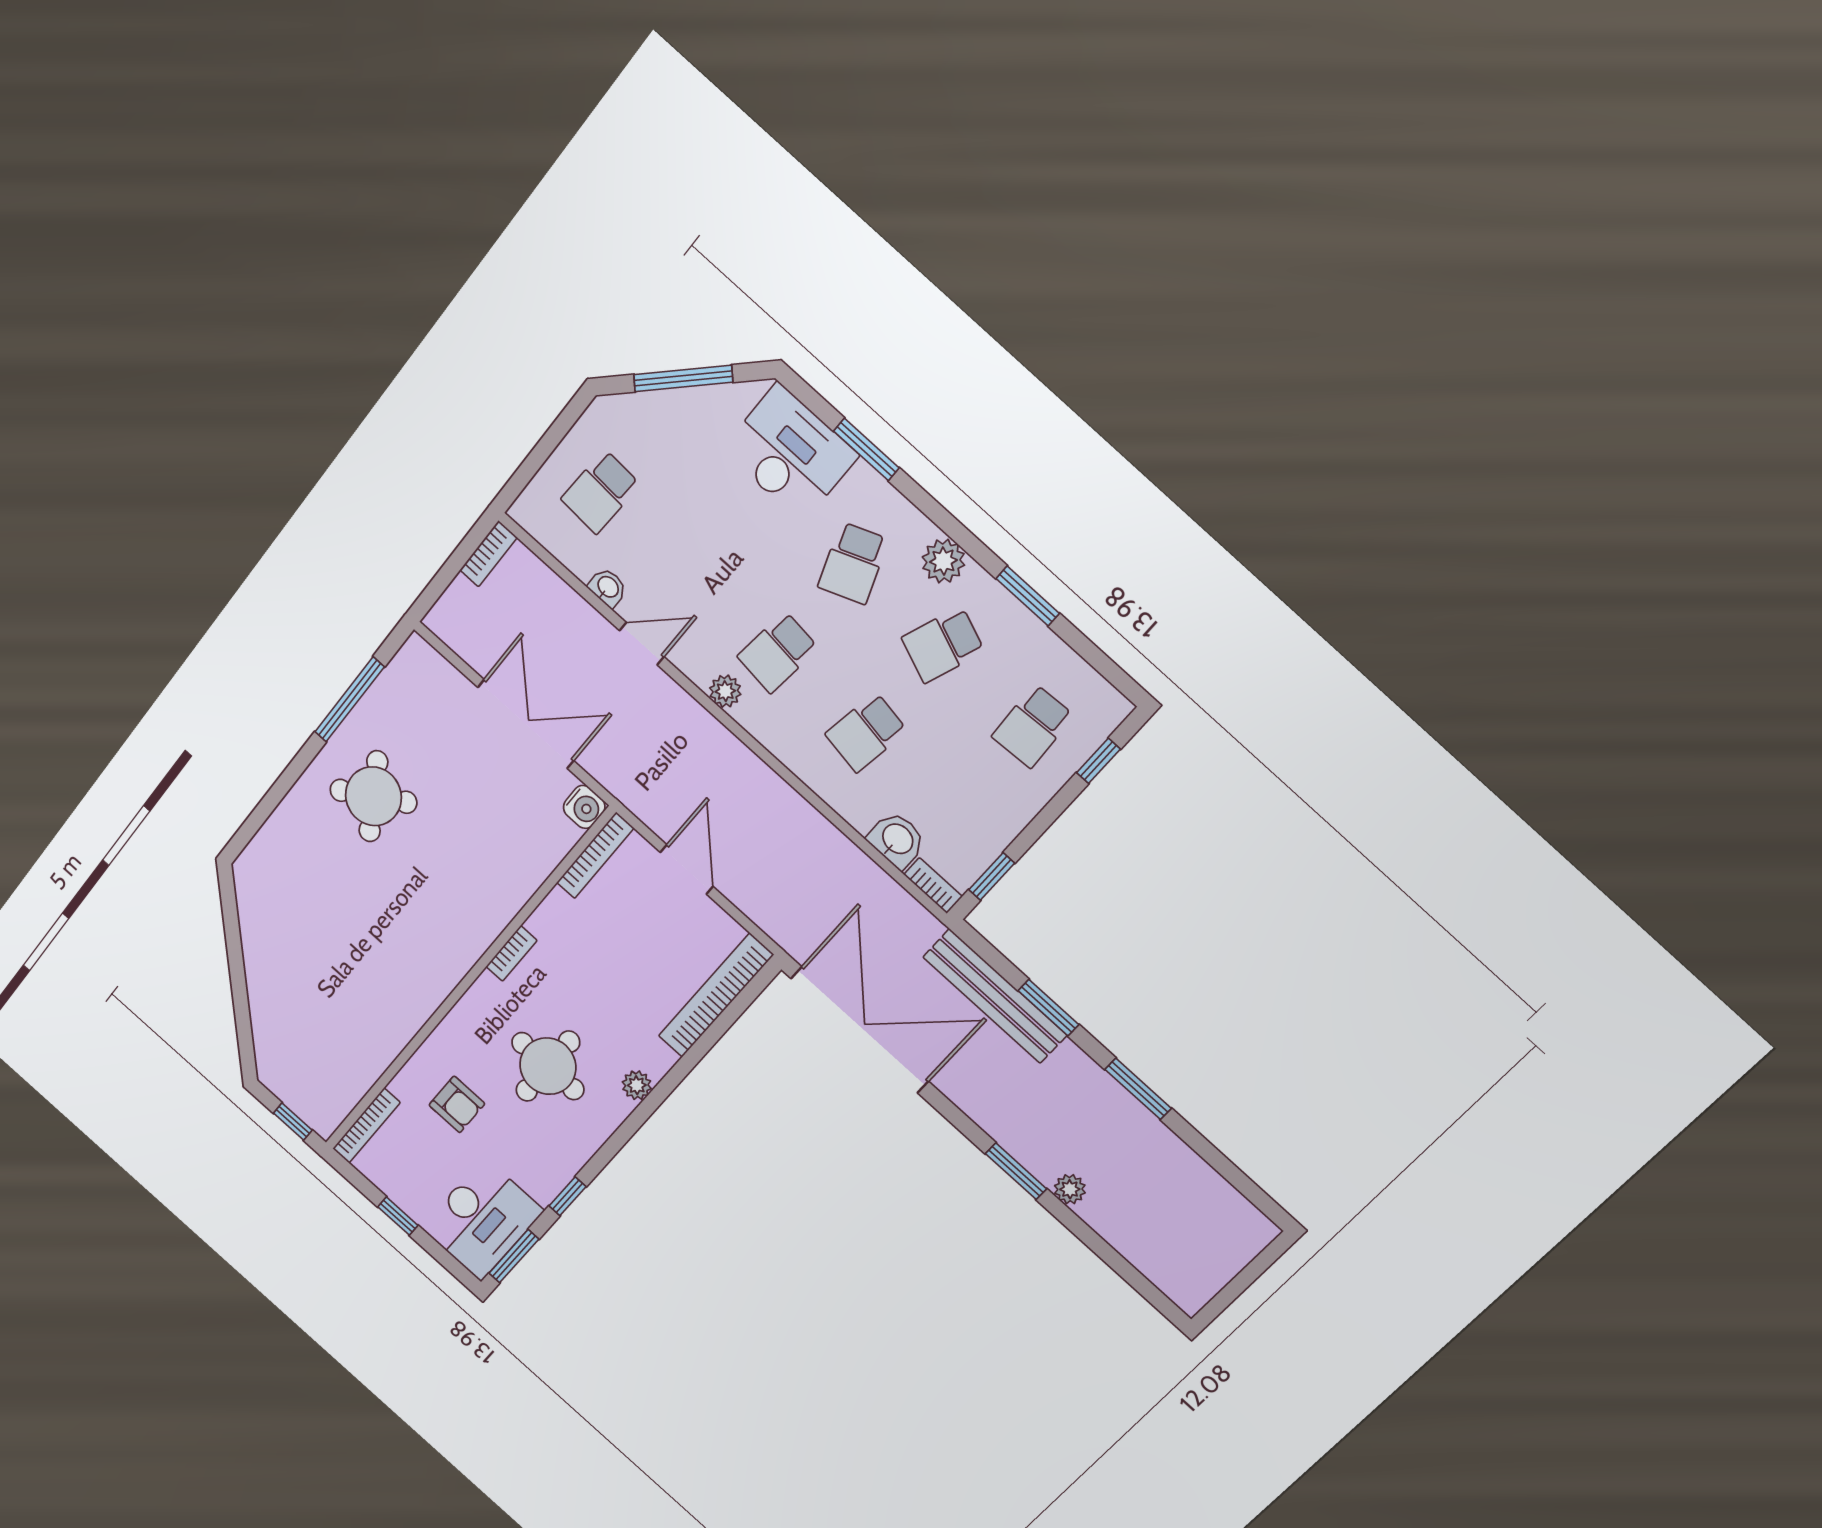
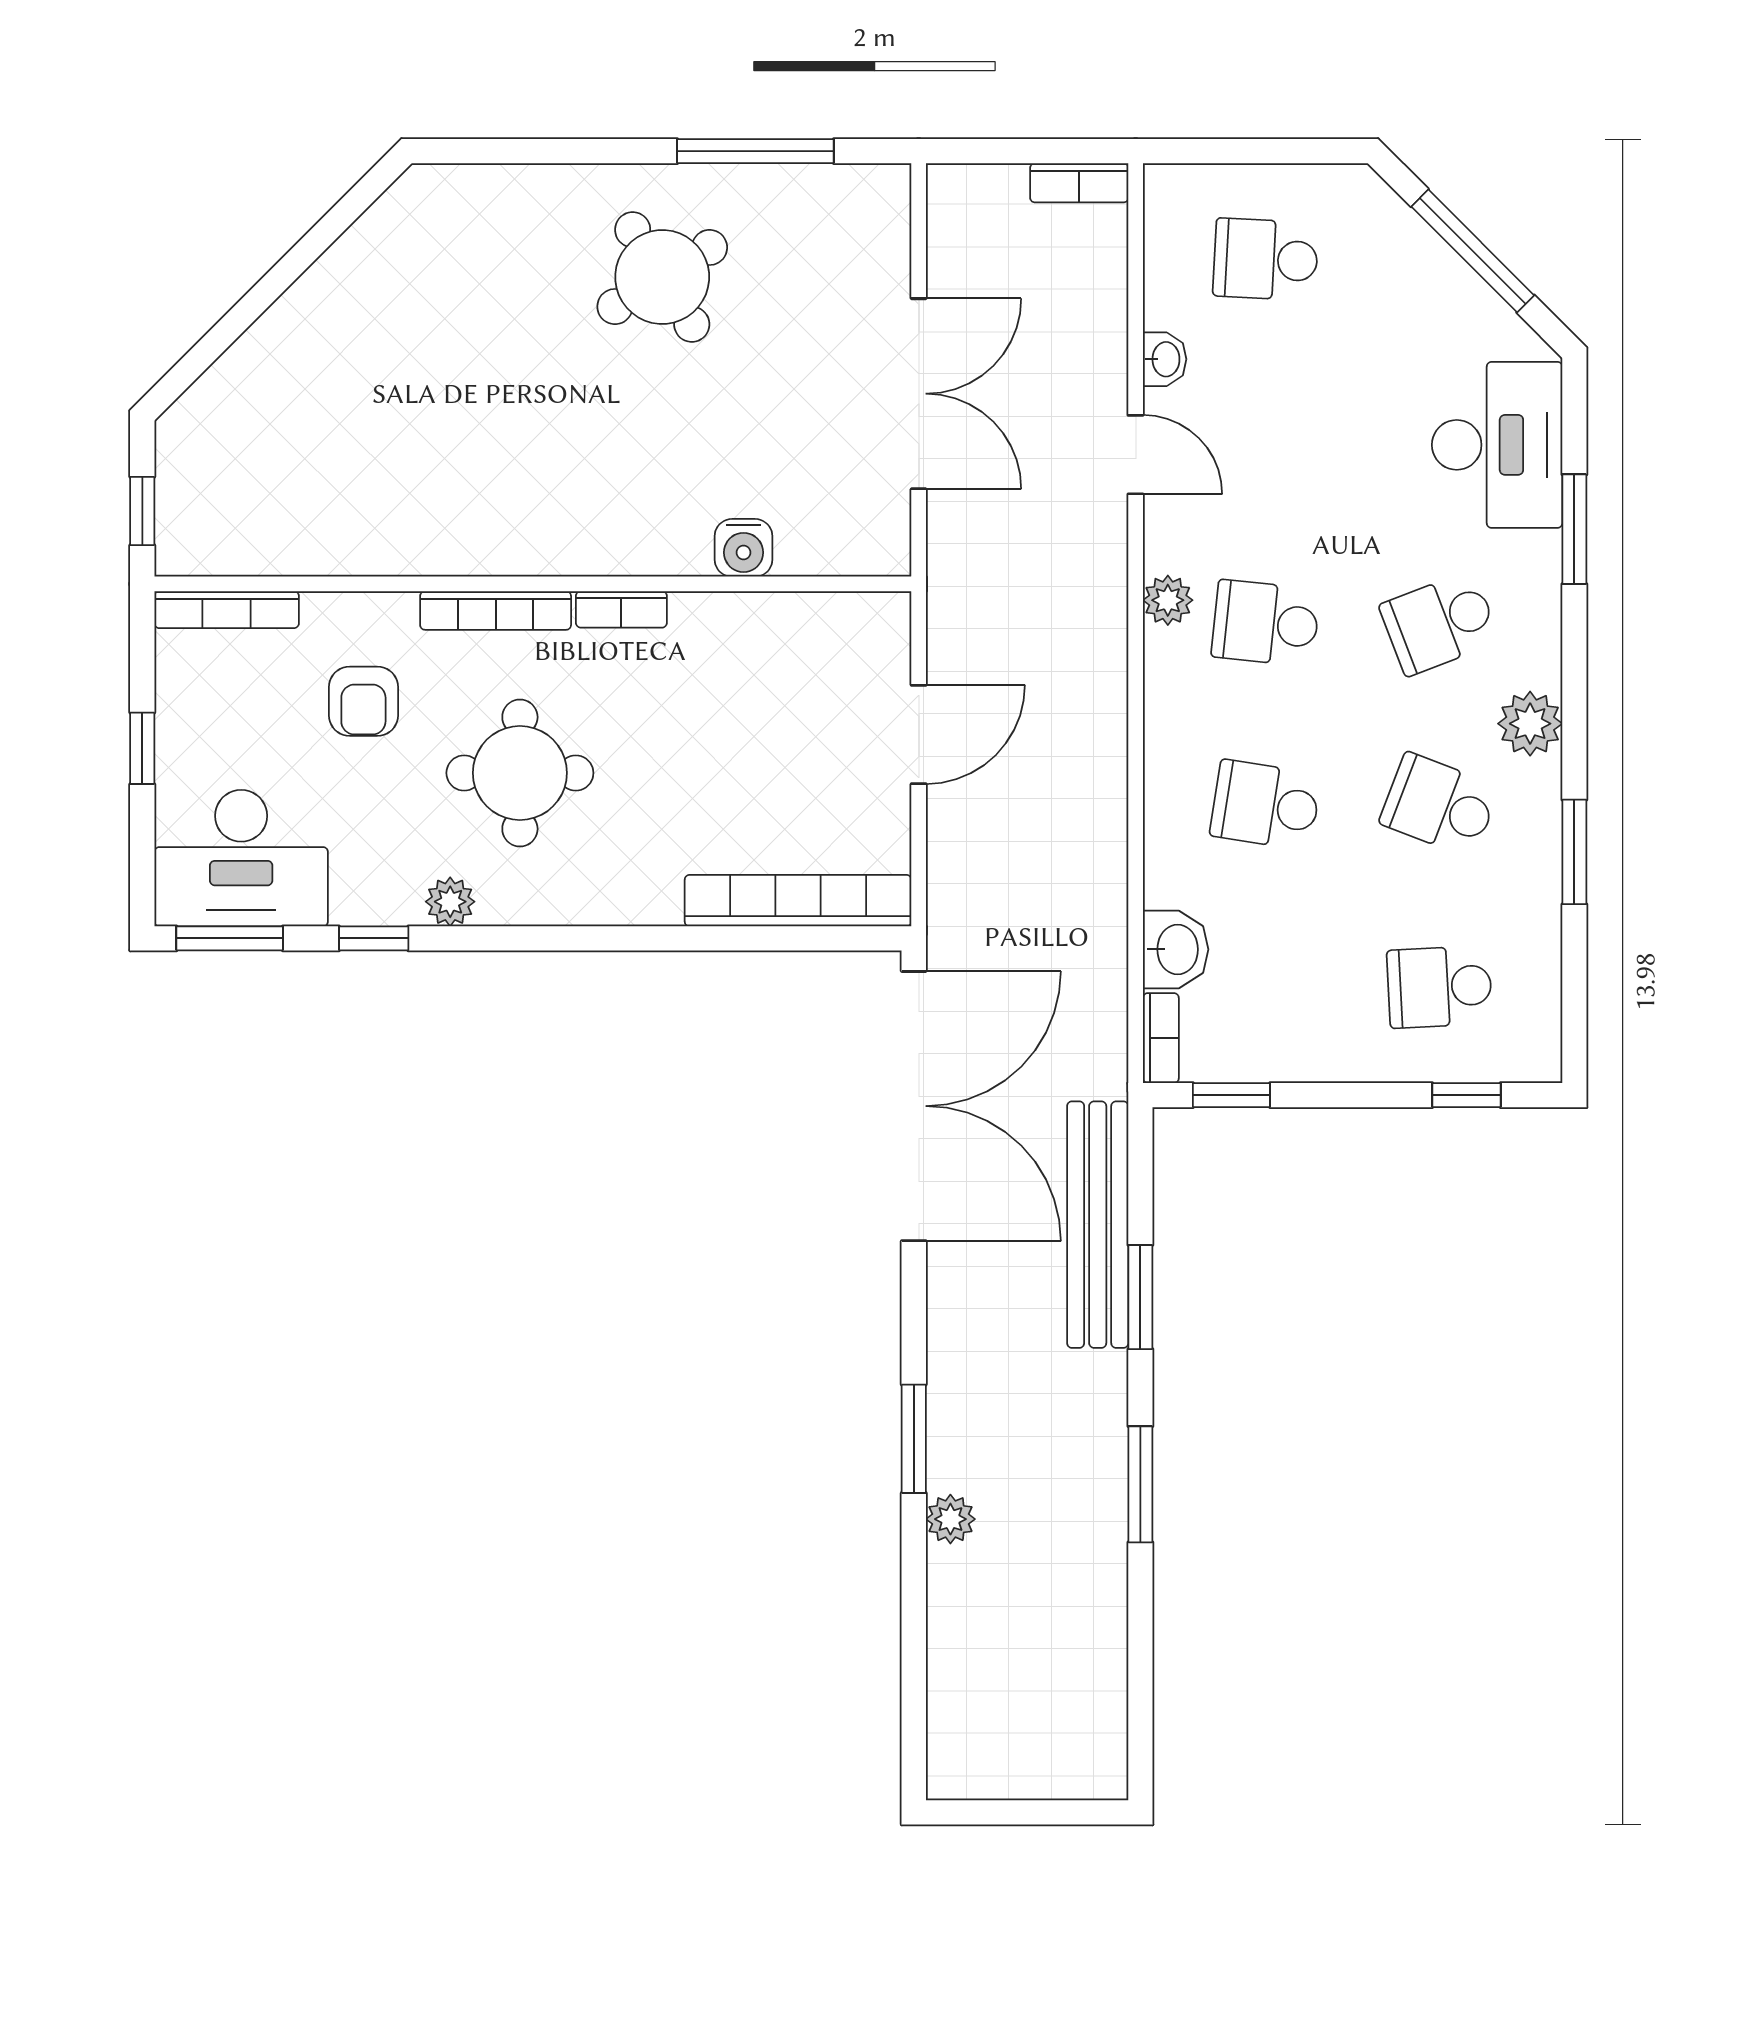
water cooler: (584, 807) -> (744, 548), moved
bookcase: (595, 855) -> (496, 610), moved
plant: (637, 1085) -> (450, 902), moved

